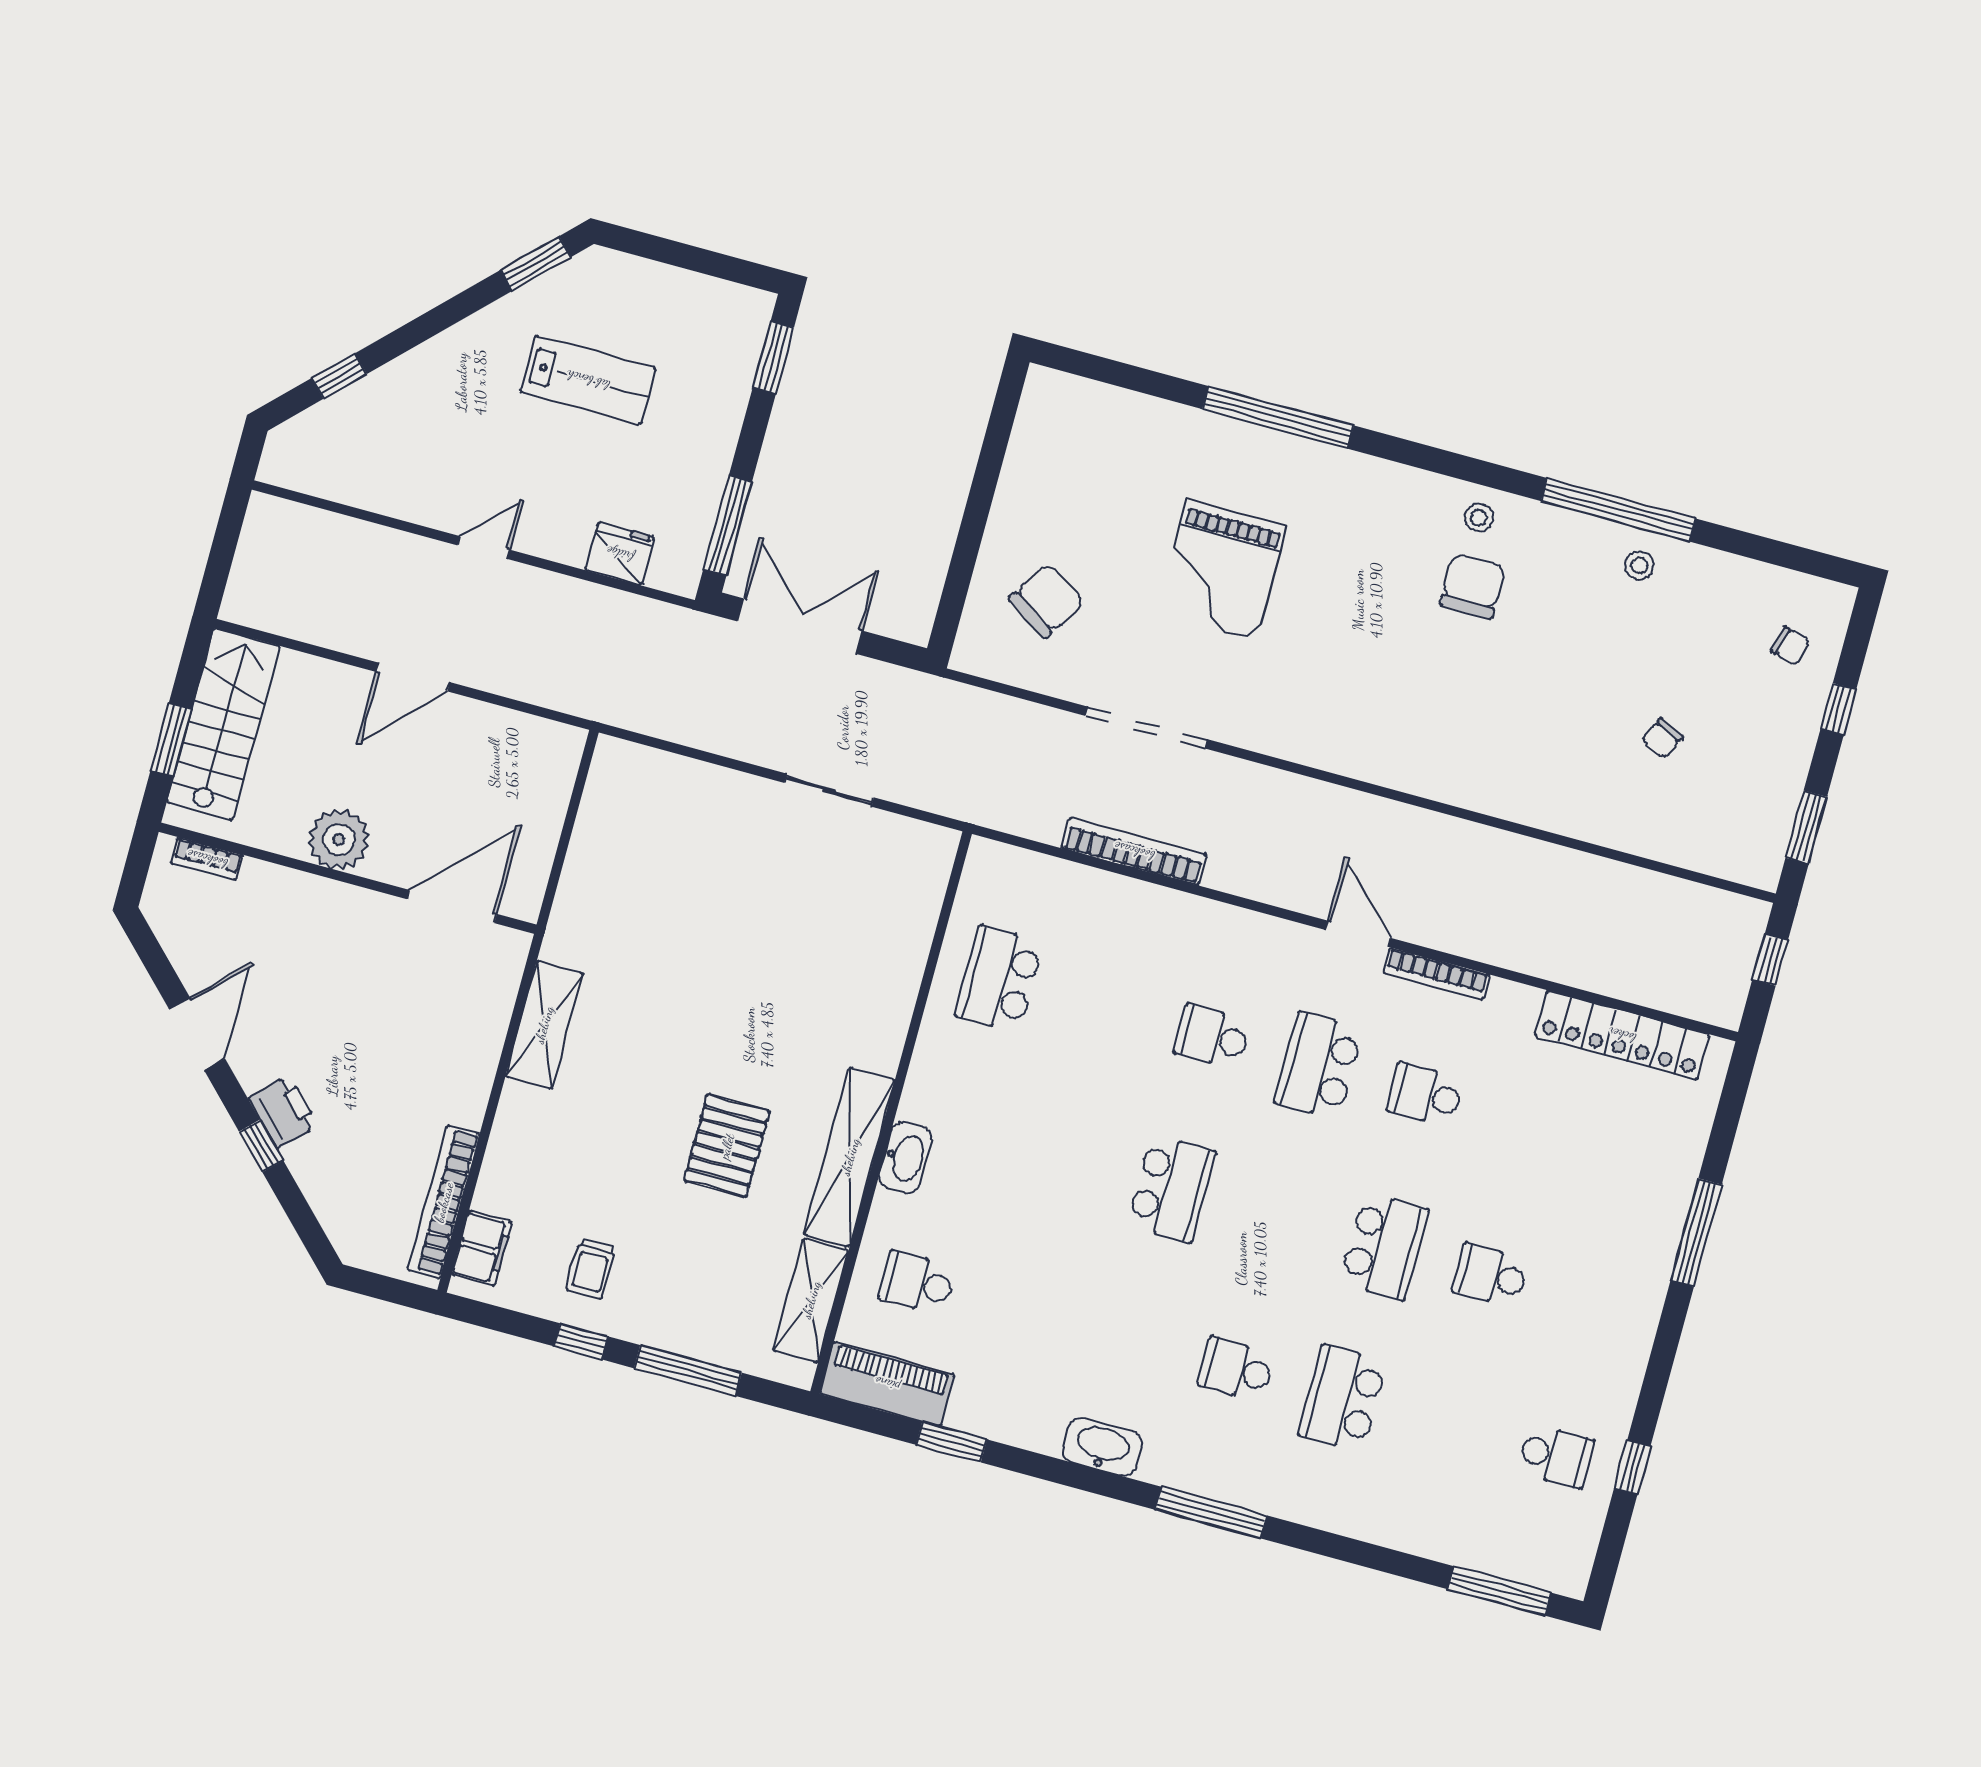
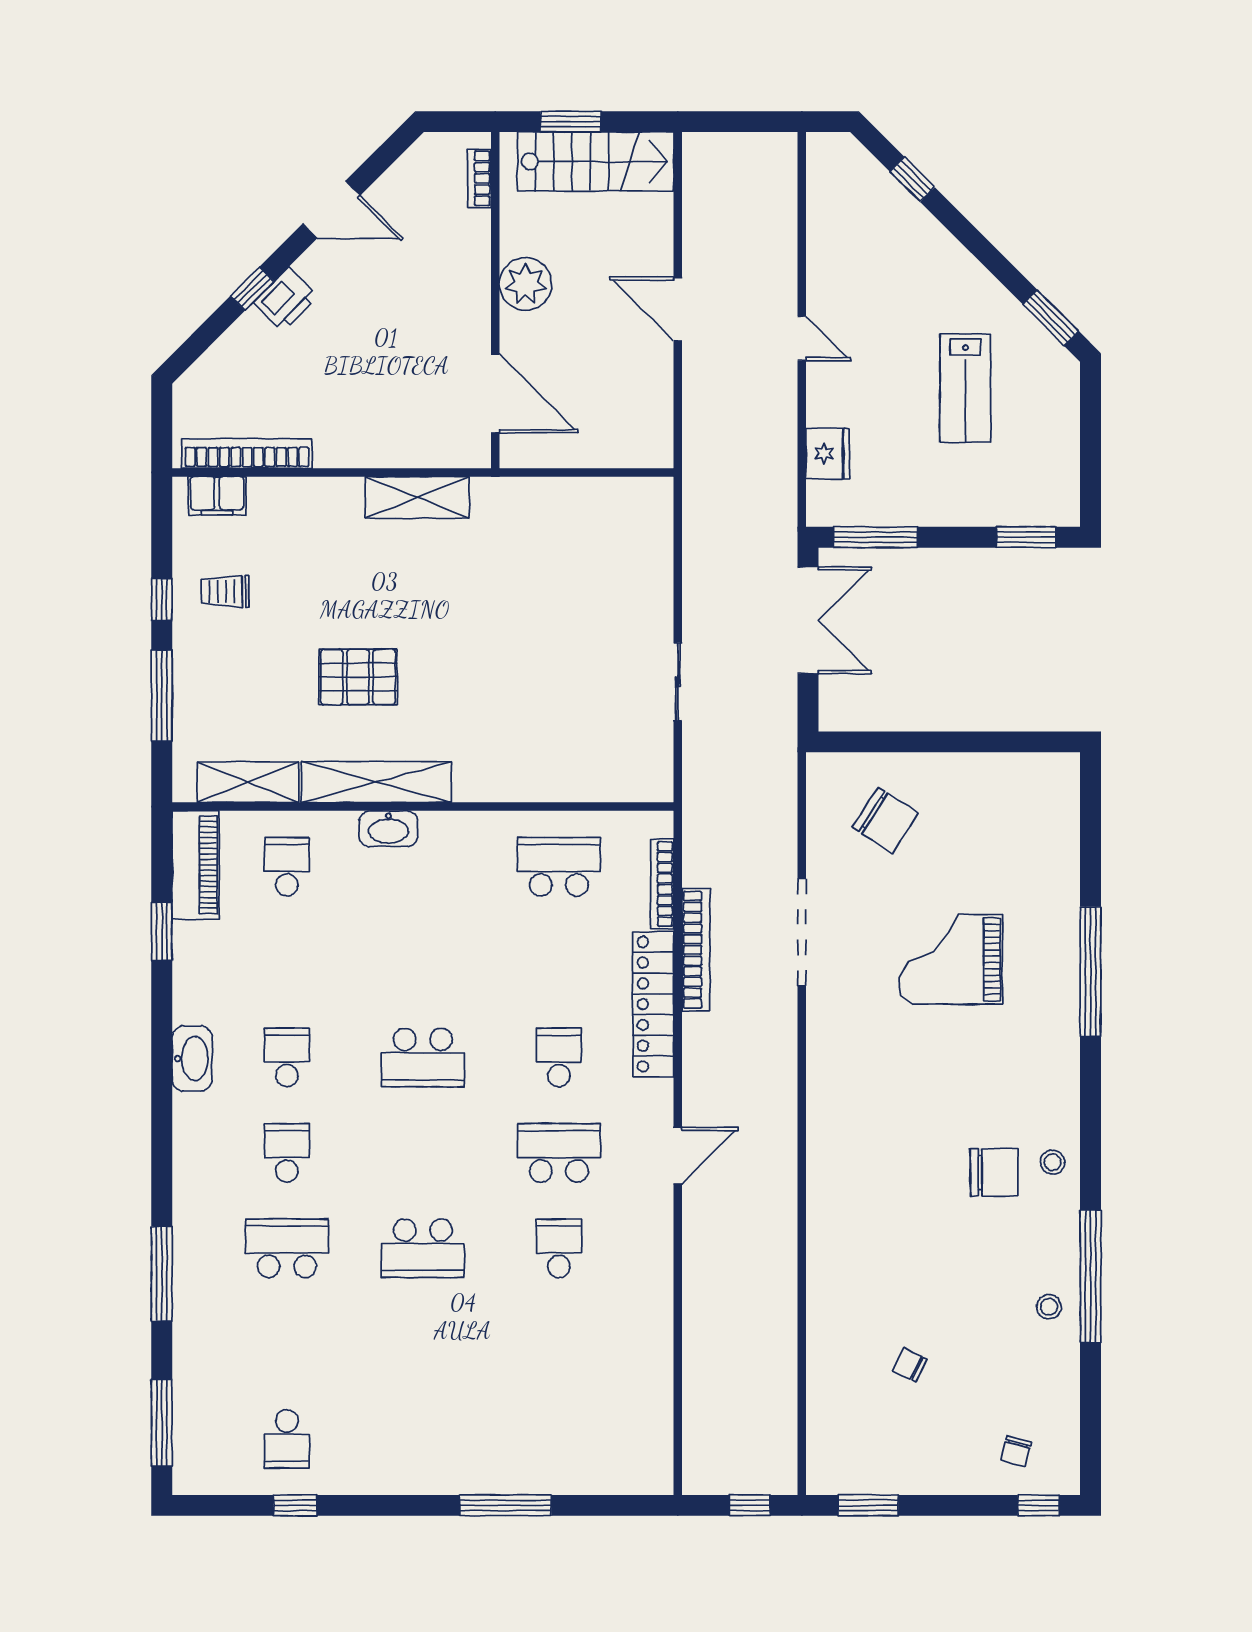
window: (1838, 709) -> (1038, 1505), moved
bookcase: (1436, 974) -> (662, 884), moved
locker: (1622, 1035) -> (653, 1004), moved
school desk: (1491, 1275) -> (287, 1058), moved
window: (1211, 1513) -> (162, 1274), moved

